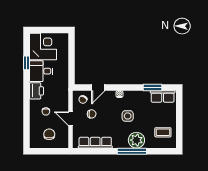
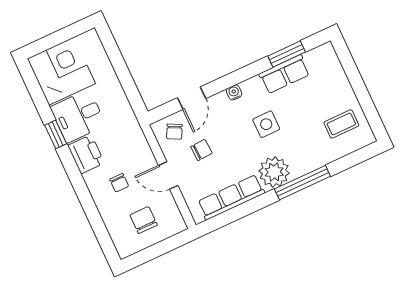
window: (27, 63) -> (56, 134), moved
row of seats: (163, 96) -> (284, 74), moved
plant: (136, 140) -> (274, 172), moved

